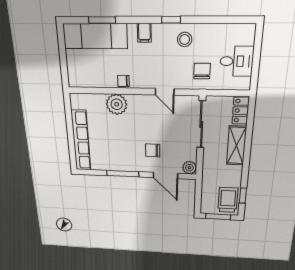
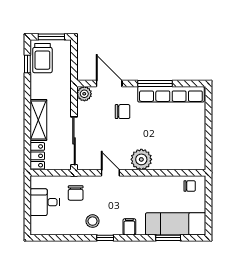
chair: (123, 81) -> (190, 186), moved
plant: (117, 104) -> (141, 159), moved
row of seats: (81, 141) -> (171, 94), moved, turned -90

